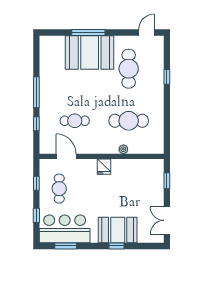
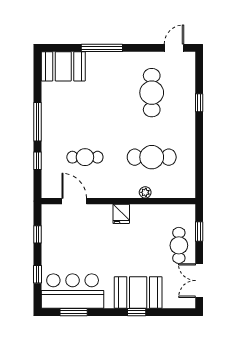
booth: (90, 52) -> (63, 66), moved, width x0.73, depth x0.70
cafe table: (59, 189) -> (179, 245), moved

